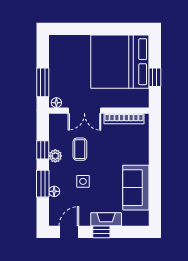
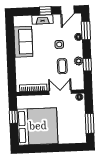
window: (43, 82) -> (90, 123), moved
window: (43, 184) -> (86, 31), moved

